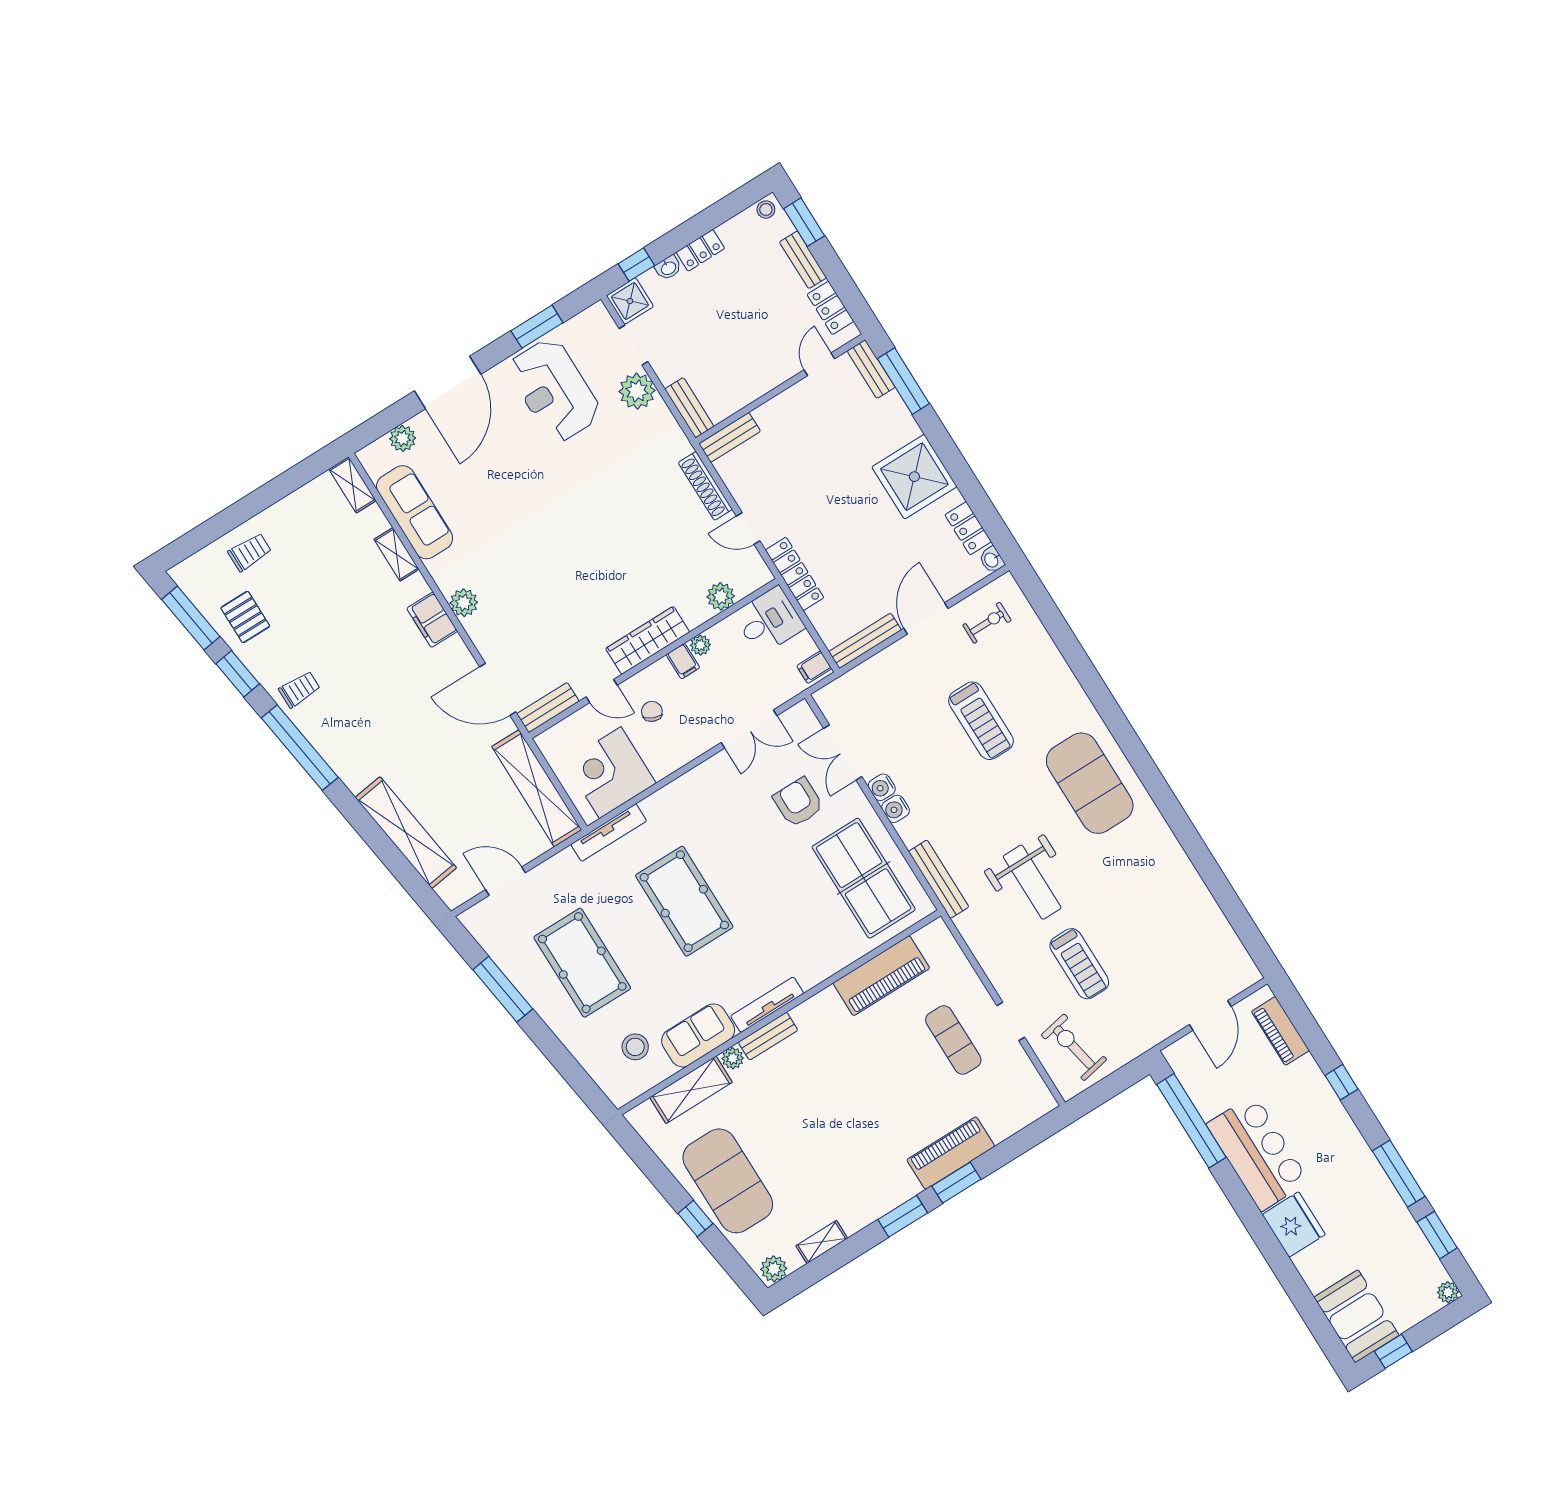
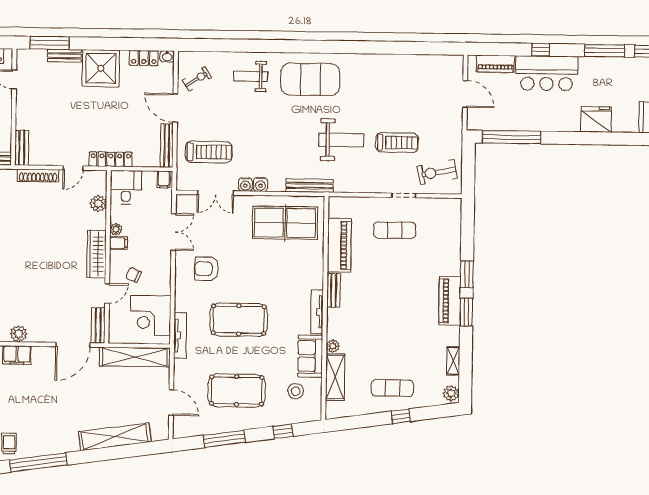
bench: (871, 369) -> (64, 56), moved
exercise bike: (987, 623) -> (197, 79), turned 57
weight bench: (1040, 696) -> (251, 76), added
treadmill: (981, 721) -> (209, 152), moved
armchair: (798, 802) -> (207, 269), moved
door: (506, 881) -> (171, 403), swing flipped
bench: (768, 1036) -> (333, 290), moved
window: (567, 1065) -> (283, 431), added
piano: (951, 1153) -> (450, 301), moved
bar counter: (1258, 1153) -> (547, 73), moved, turned 180
exercise mat: (728, 1181) -> (392, 388), width x0.50, depth x0.69

